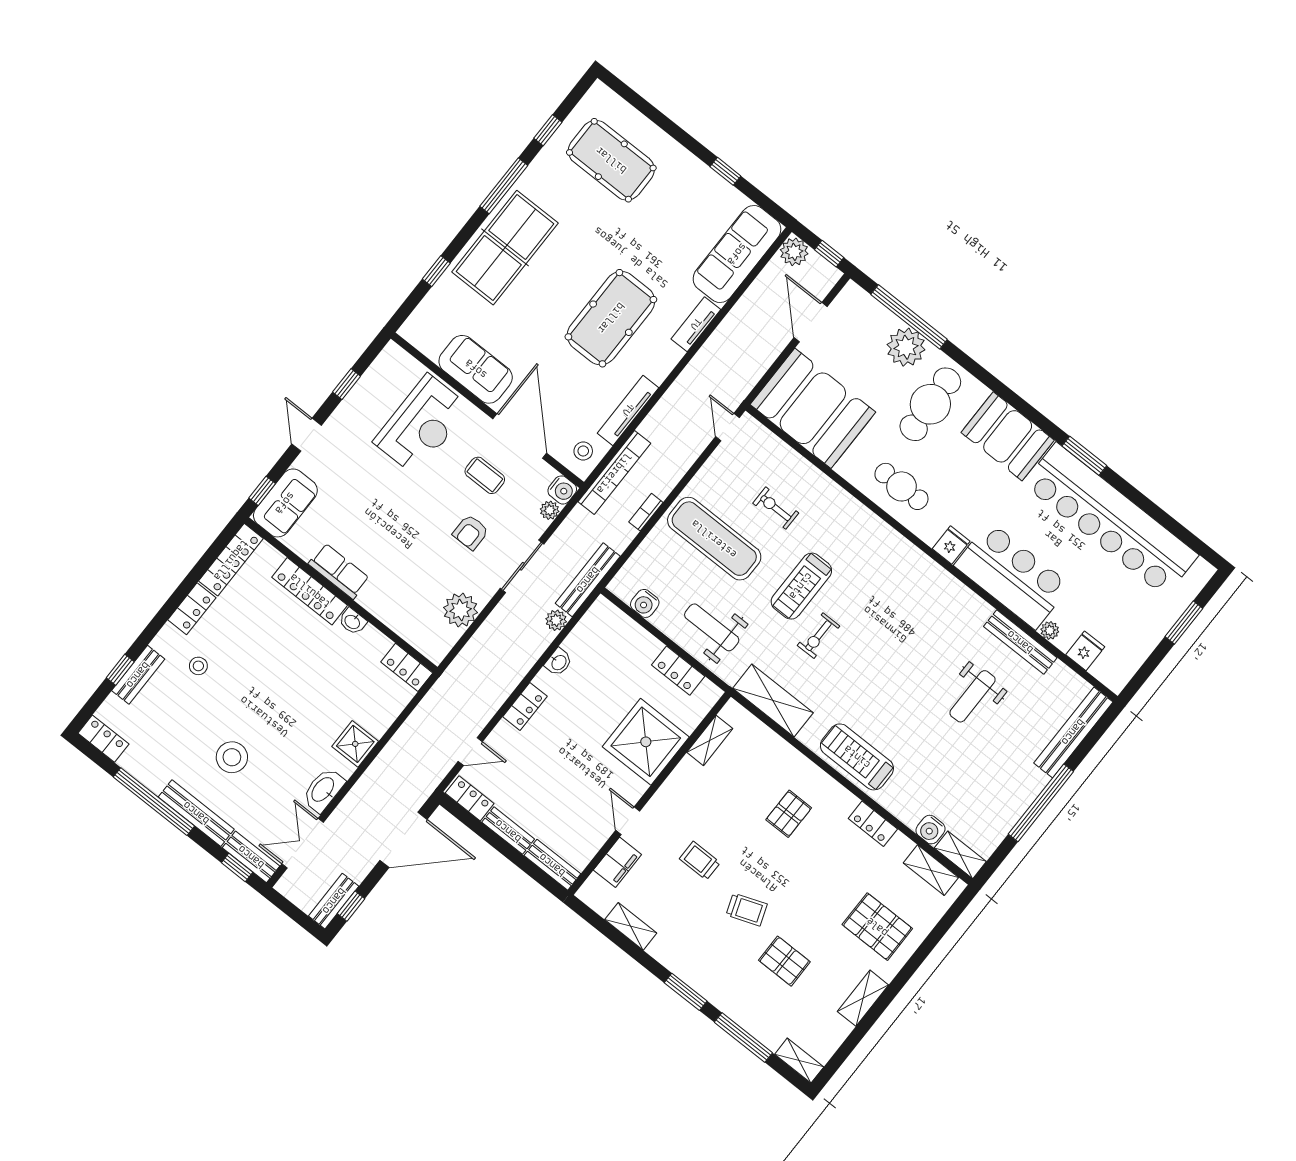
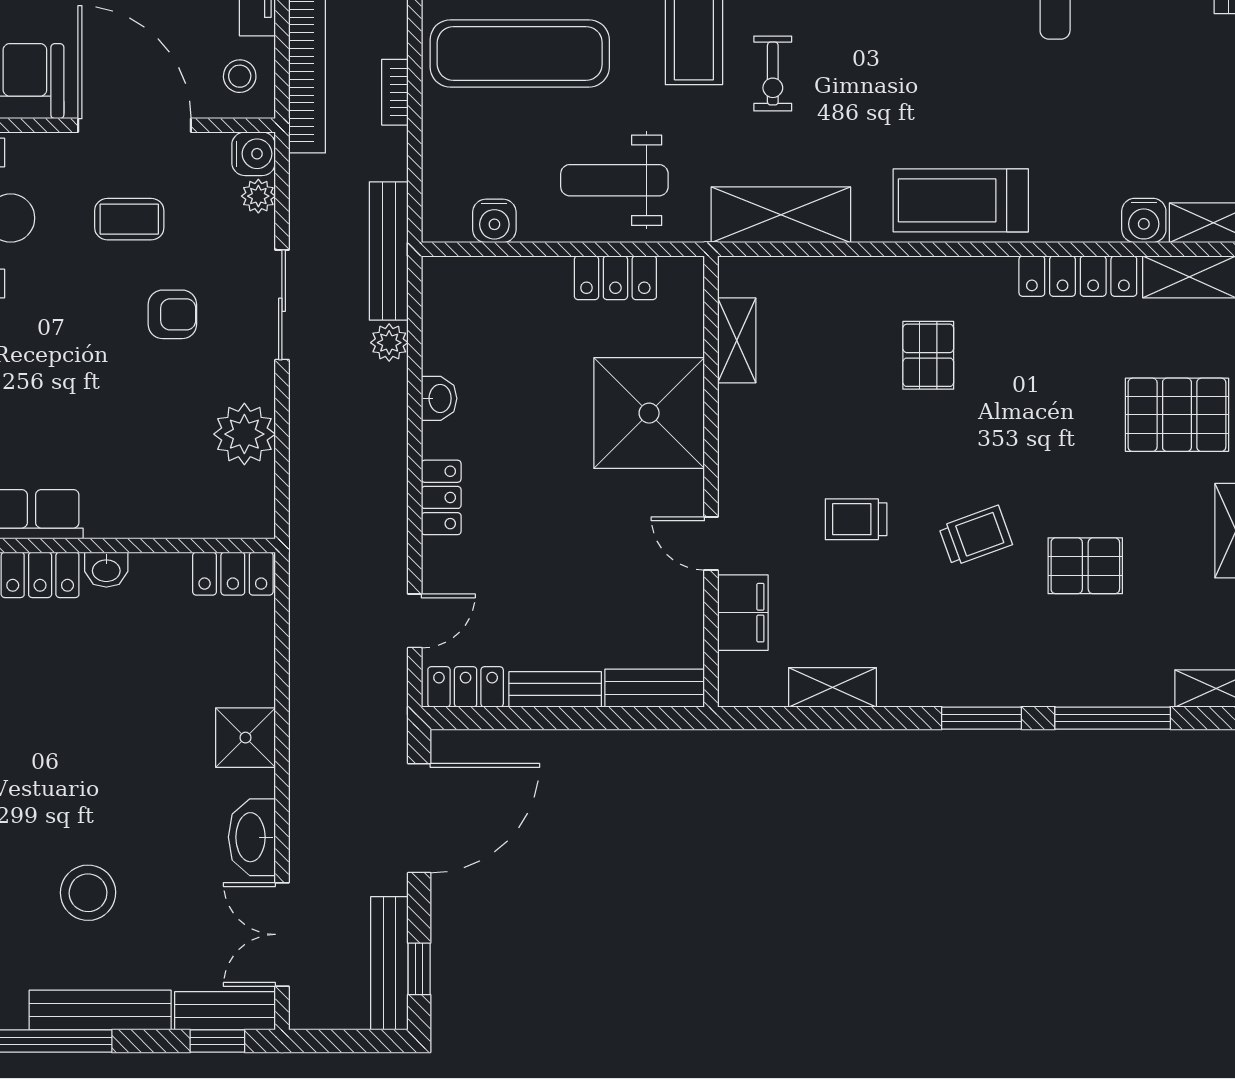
armchair: (471, 532) -> (172, 314), turned -90
locker: (873, 824) -> (1078, 276), width x1.53
bench: (334, 901) -> (389, 963), width x1.36

